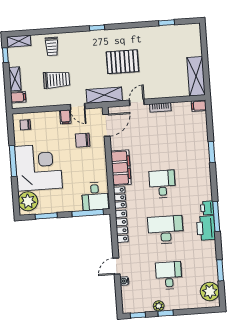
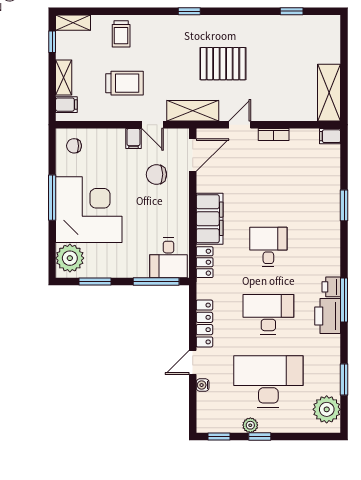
locker: (122, 226) -> (204, 323), moved
desk: (169, 275) -> (268, 381), width x1.87, depth x1.30

